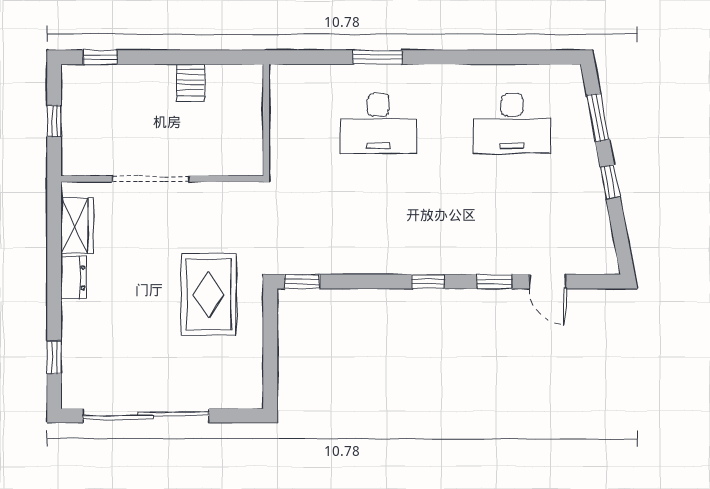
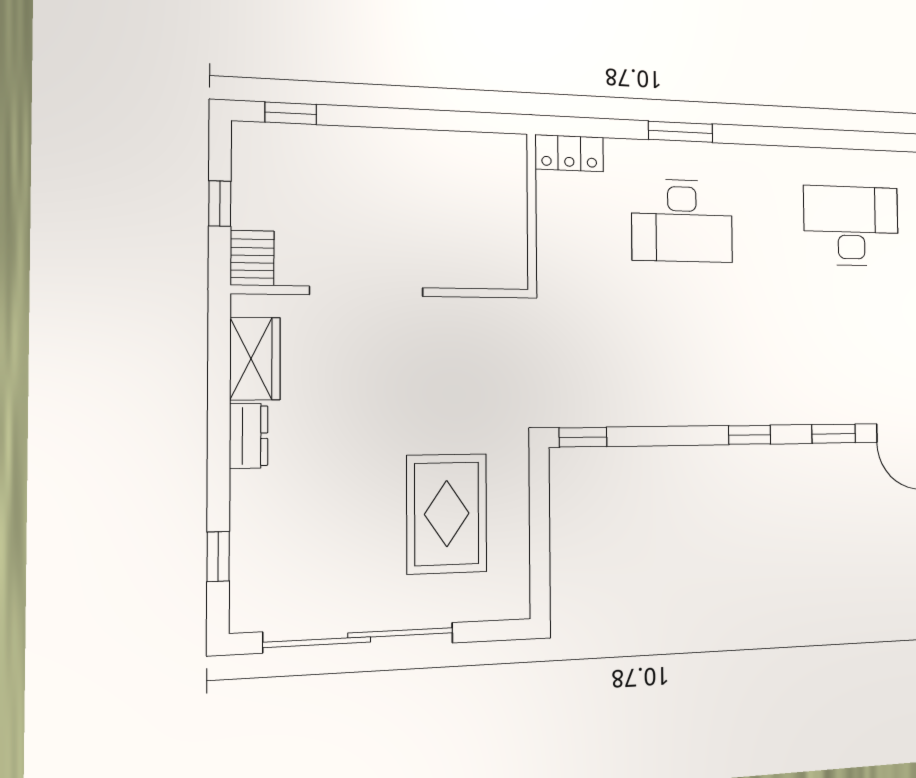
locker: (294, 77) -> (569, 153), added
server rack: (191, 83) -> (252, 258), moved, turned 180
desk: (512, 123) -> (851, 226), turned 180
rug: (209, 295) -> (447, 514), moved

